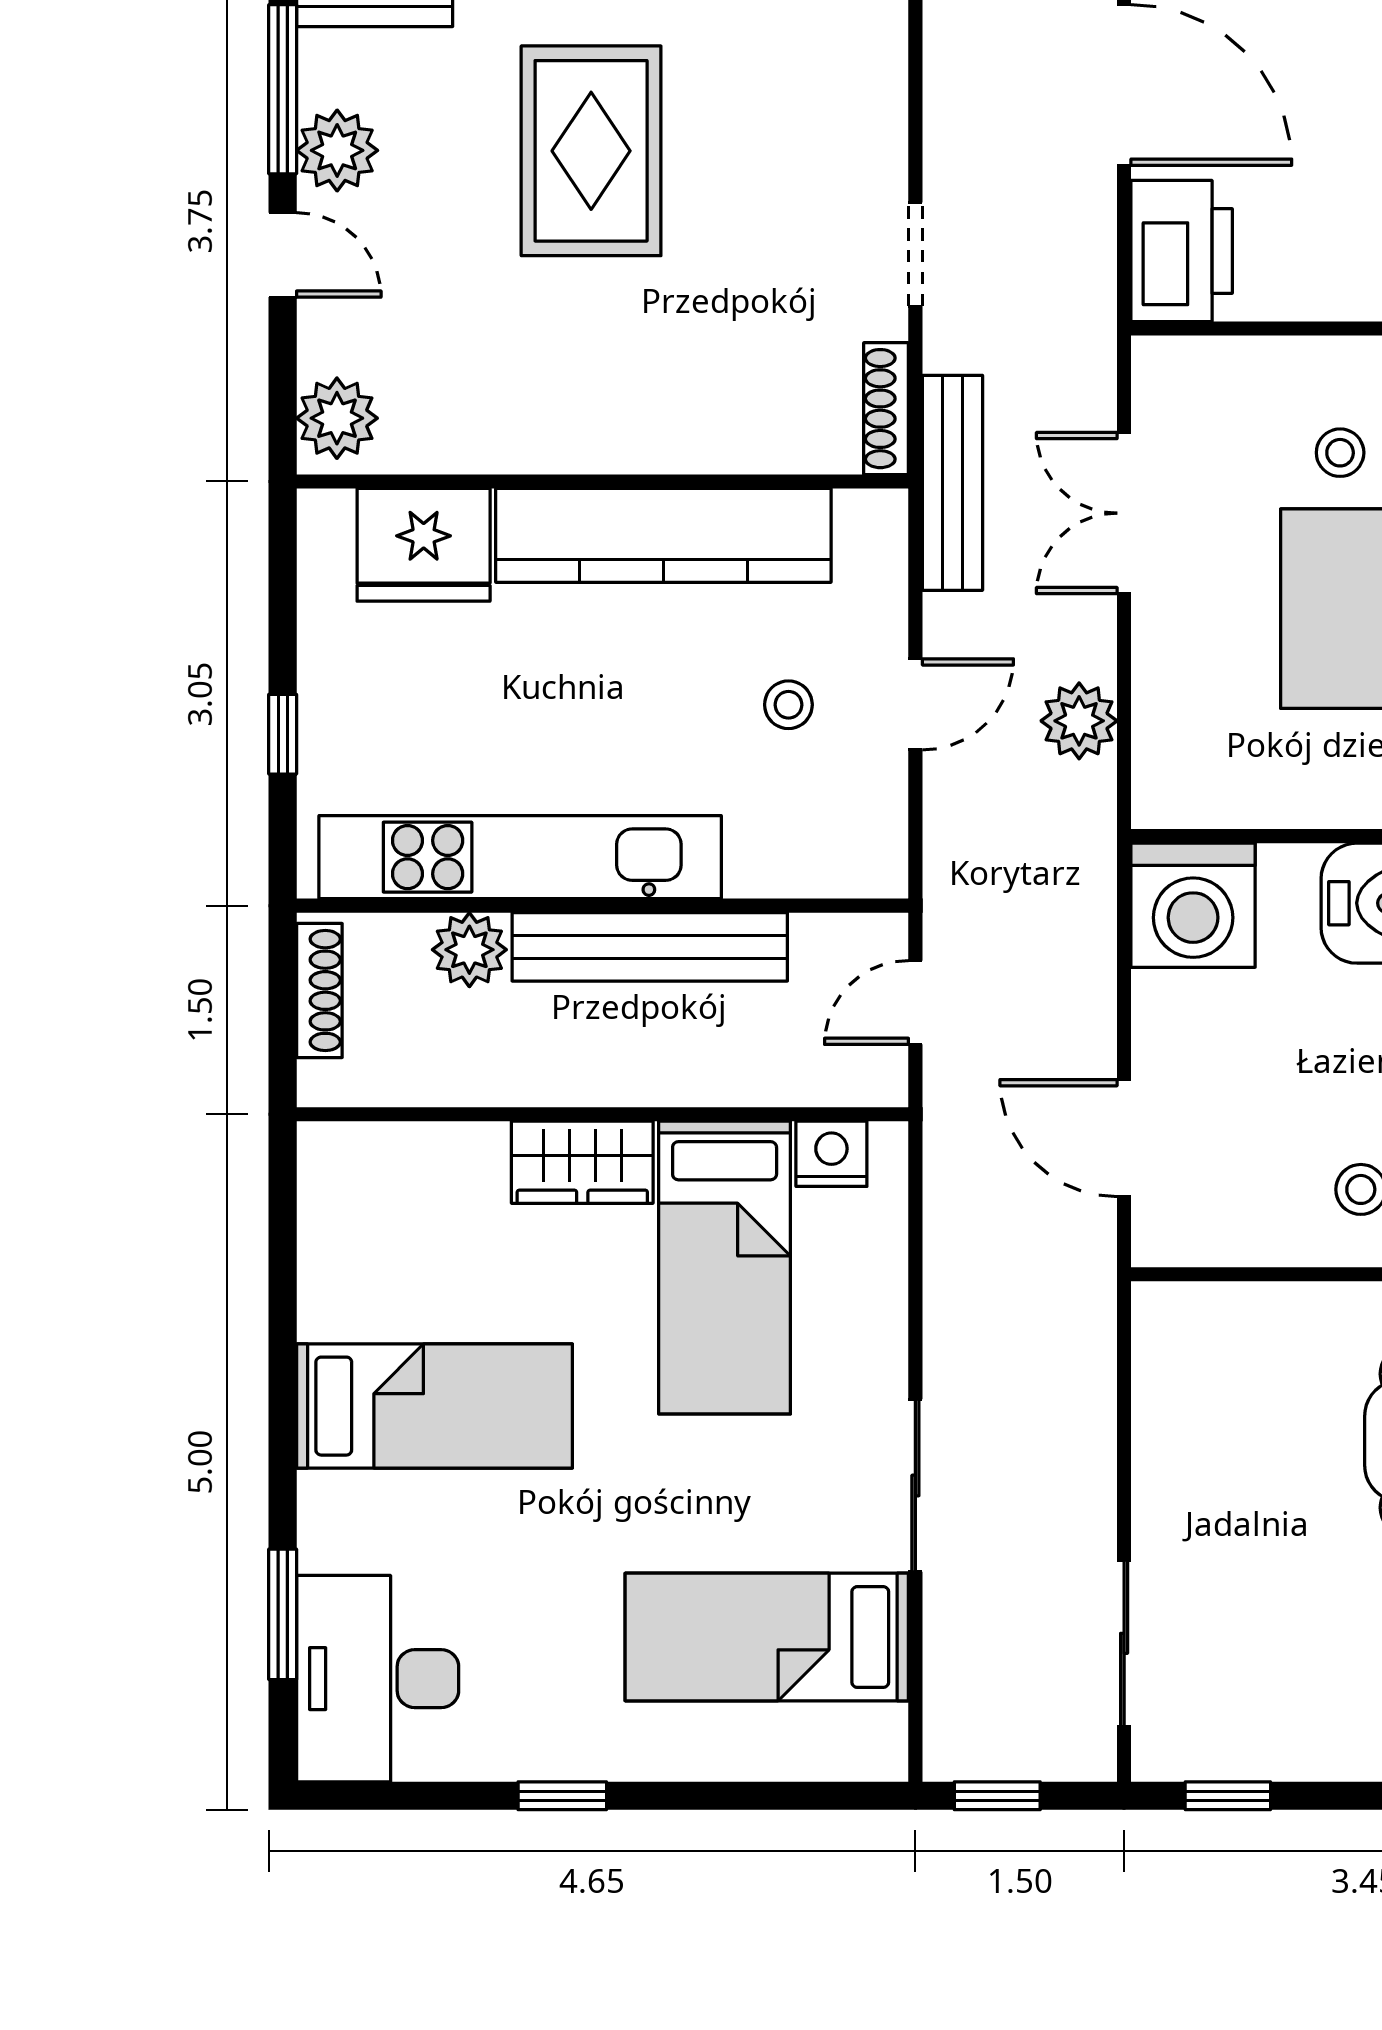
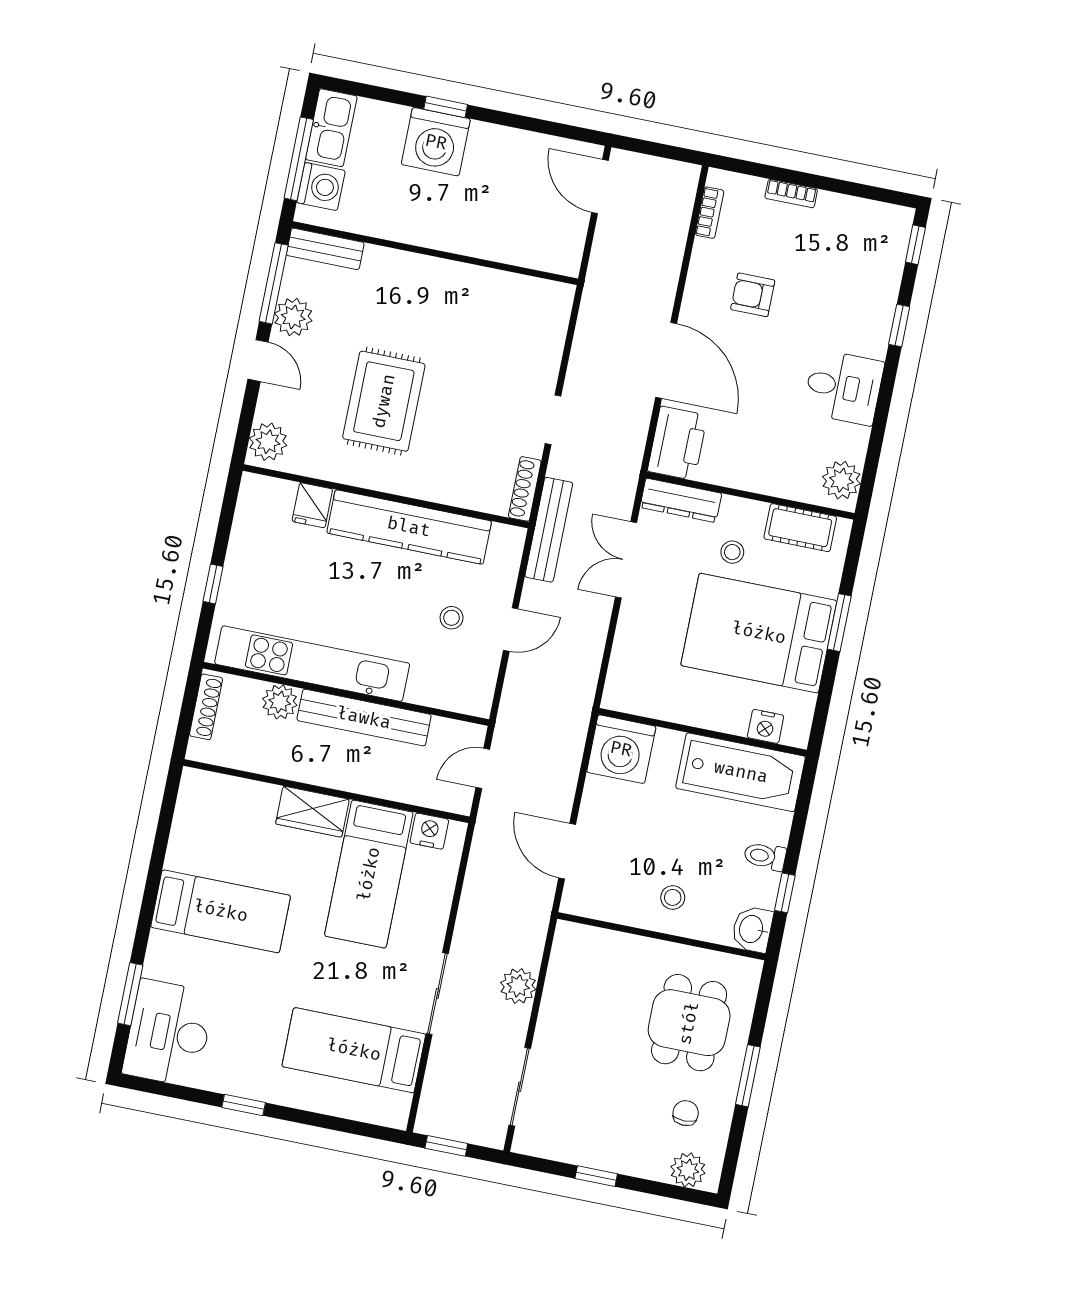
rug: (591, 151) -> (384, 401), moved
dresser: (1212, 367) -> (681, 500), added
fridge: (424, 545) -> (312, 505), width x0.53, depth x0.75
plant: (1079, 721) -> (518, 986), moved
window: (1228, 1796) -> (596, 1176), moved

